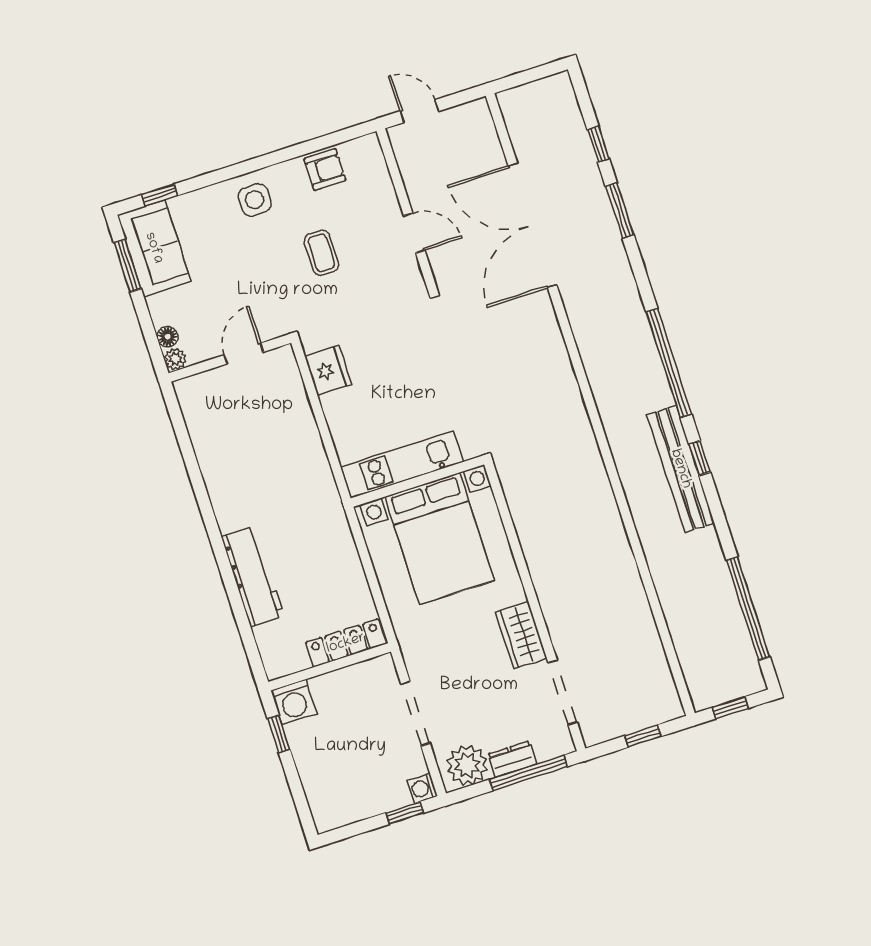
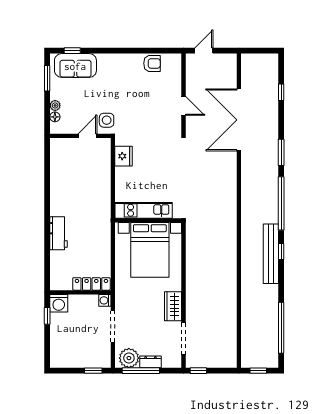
door: (419, 111) -> (204, 51), hinge flipped
side table: (255, 200) -> (107, 120), moved
window: (620, 211) -> (281, 152), moved
sofa: (154, 248) -> (75, 66), moved, turned 90
coffee table: (321, 253) -> (138, 101), removed
plant: (175, 359) -> (55, 105), moved
workbench: (253, 576) -> (58, 233), width x0.73
window: (643, 736) -> (198, 371), moved
window: (528, 773) -> (141, 371), moved
washing machine: (422, 788) -> (105, 300), moved

